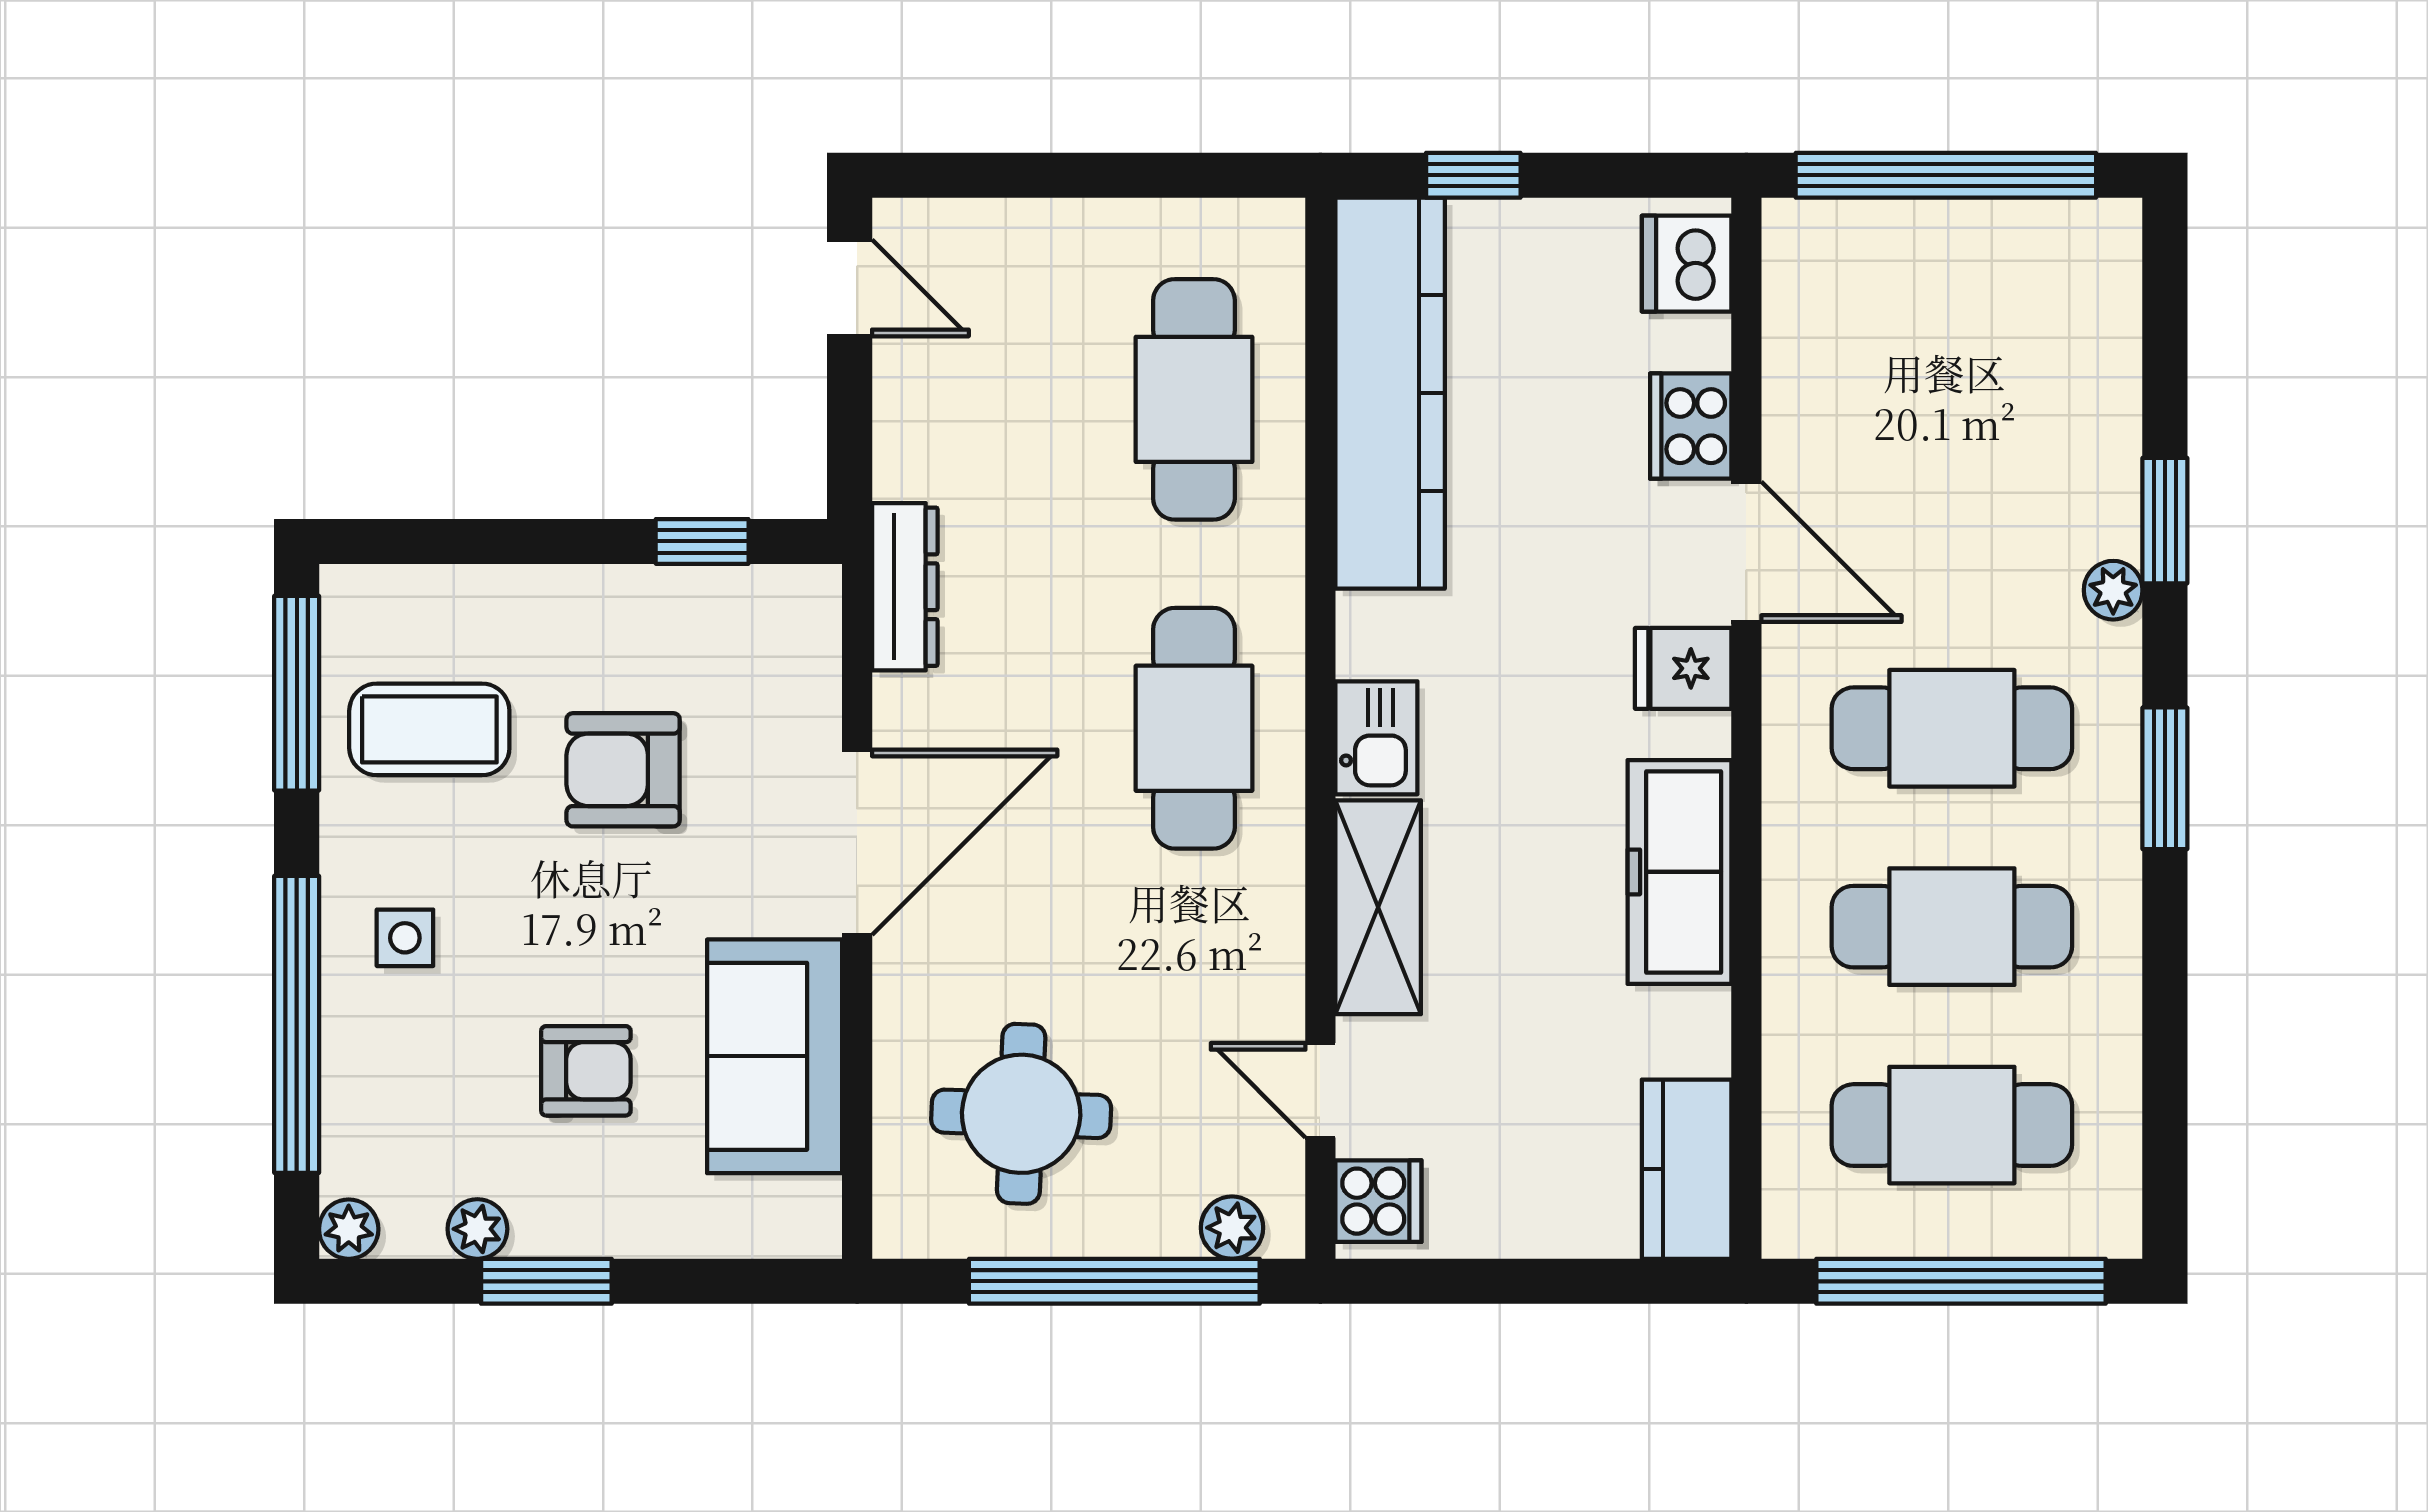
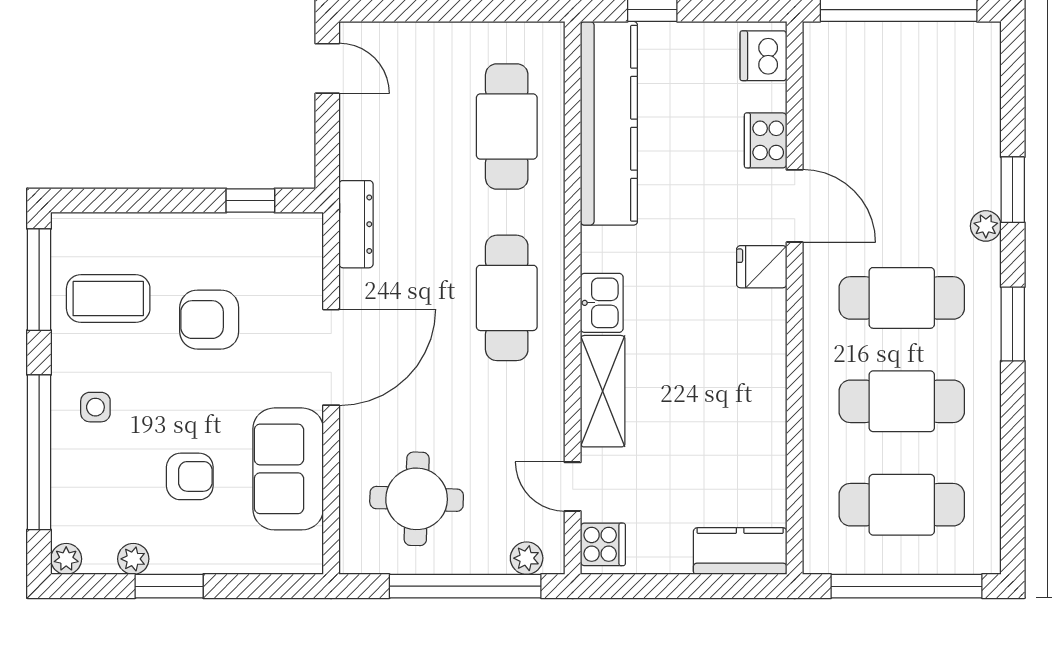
freezer: (1679, 872) -> (760, 373), removed
kitchen counter: (1687, 1169) -> (740, 551), moved, turned 90

